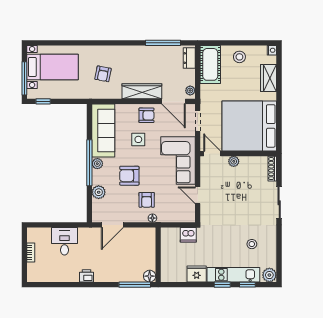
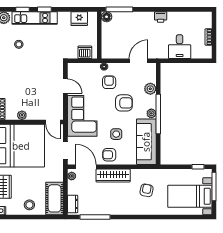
plant: (234, 161) -> (22, 115), moved
dishwasher: (188, 235) -> (85, 52), moved
fridge: (197, 274) -> (79, 19), moved

